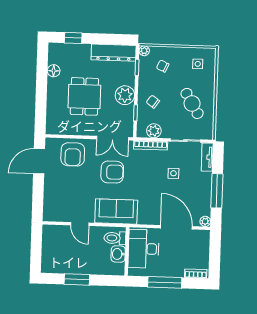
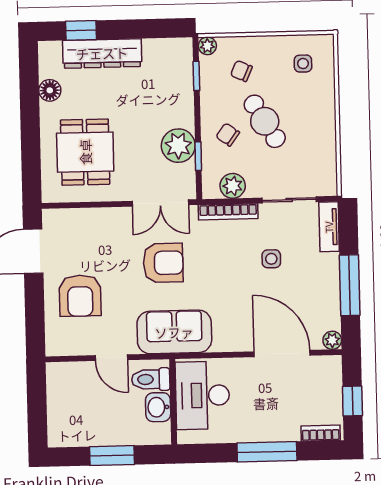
dresser: (114, 53) -> (102, 53), moved
plant: (125, 95) -> (178, 146), moved
dining table: (84, 96) -> (85, 152), moved
cafe table: (192, 103) -> (265, 121), moved
armchair: (73, 154) -> (80, 296), moved
toilet: (115, 238) -> (151, 379), moved
desk: (144, 249) -> (202, 395), moved
wall: (127, 251) -> (173, 402), moved
washbasin: (118, 254) -> (158, 407), moved
window: (215, 256) -> (352, 401), added

